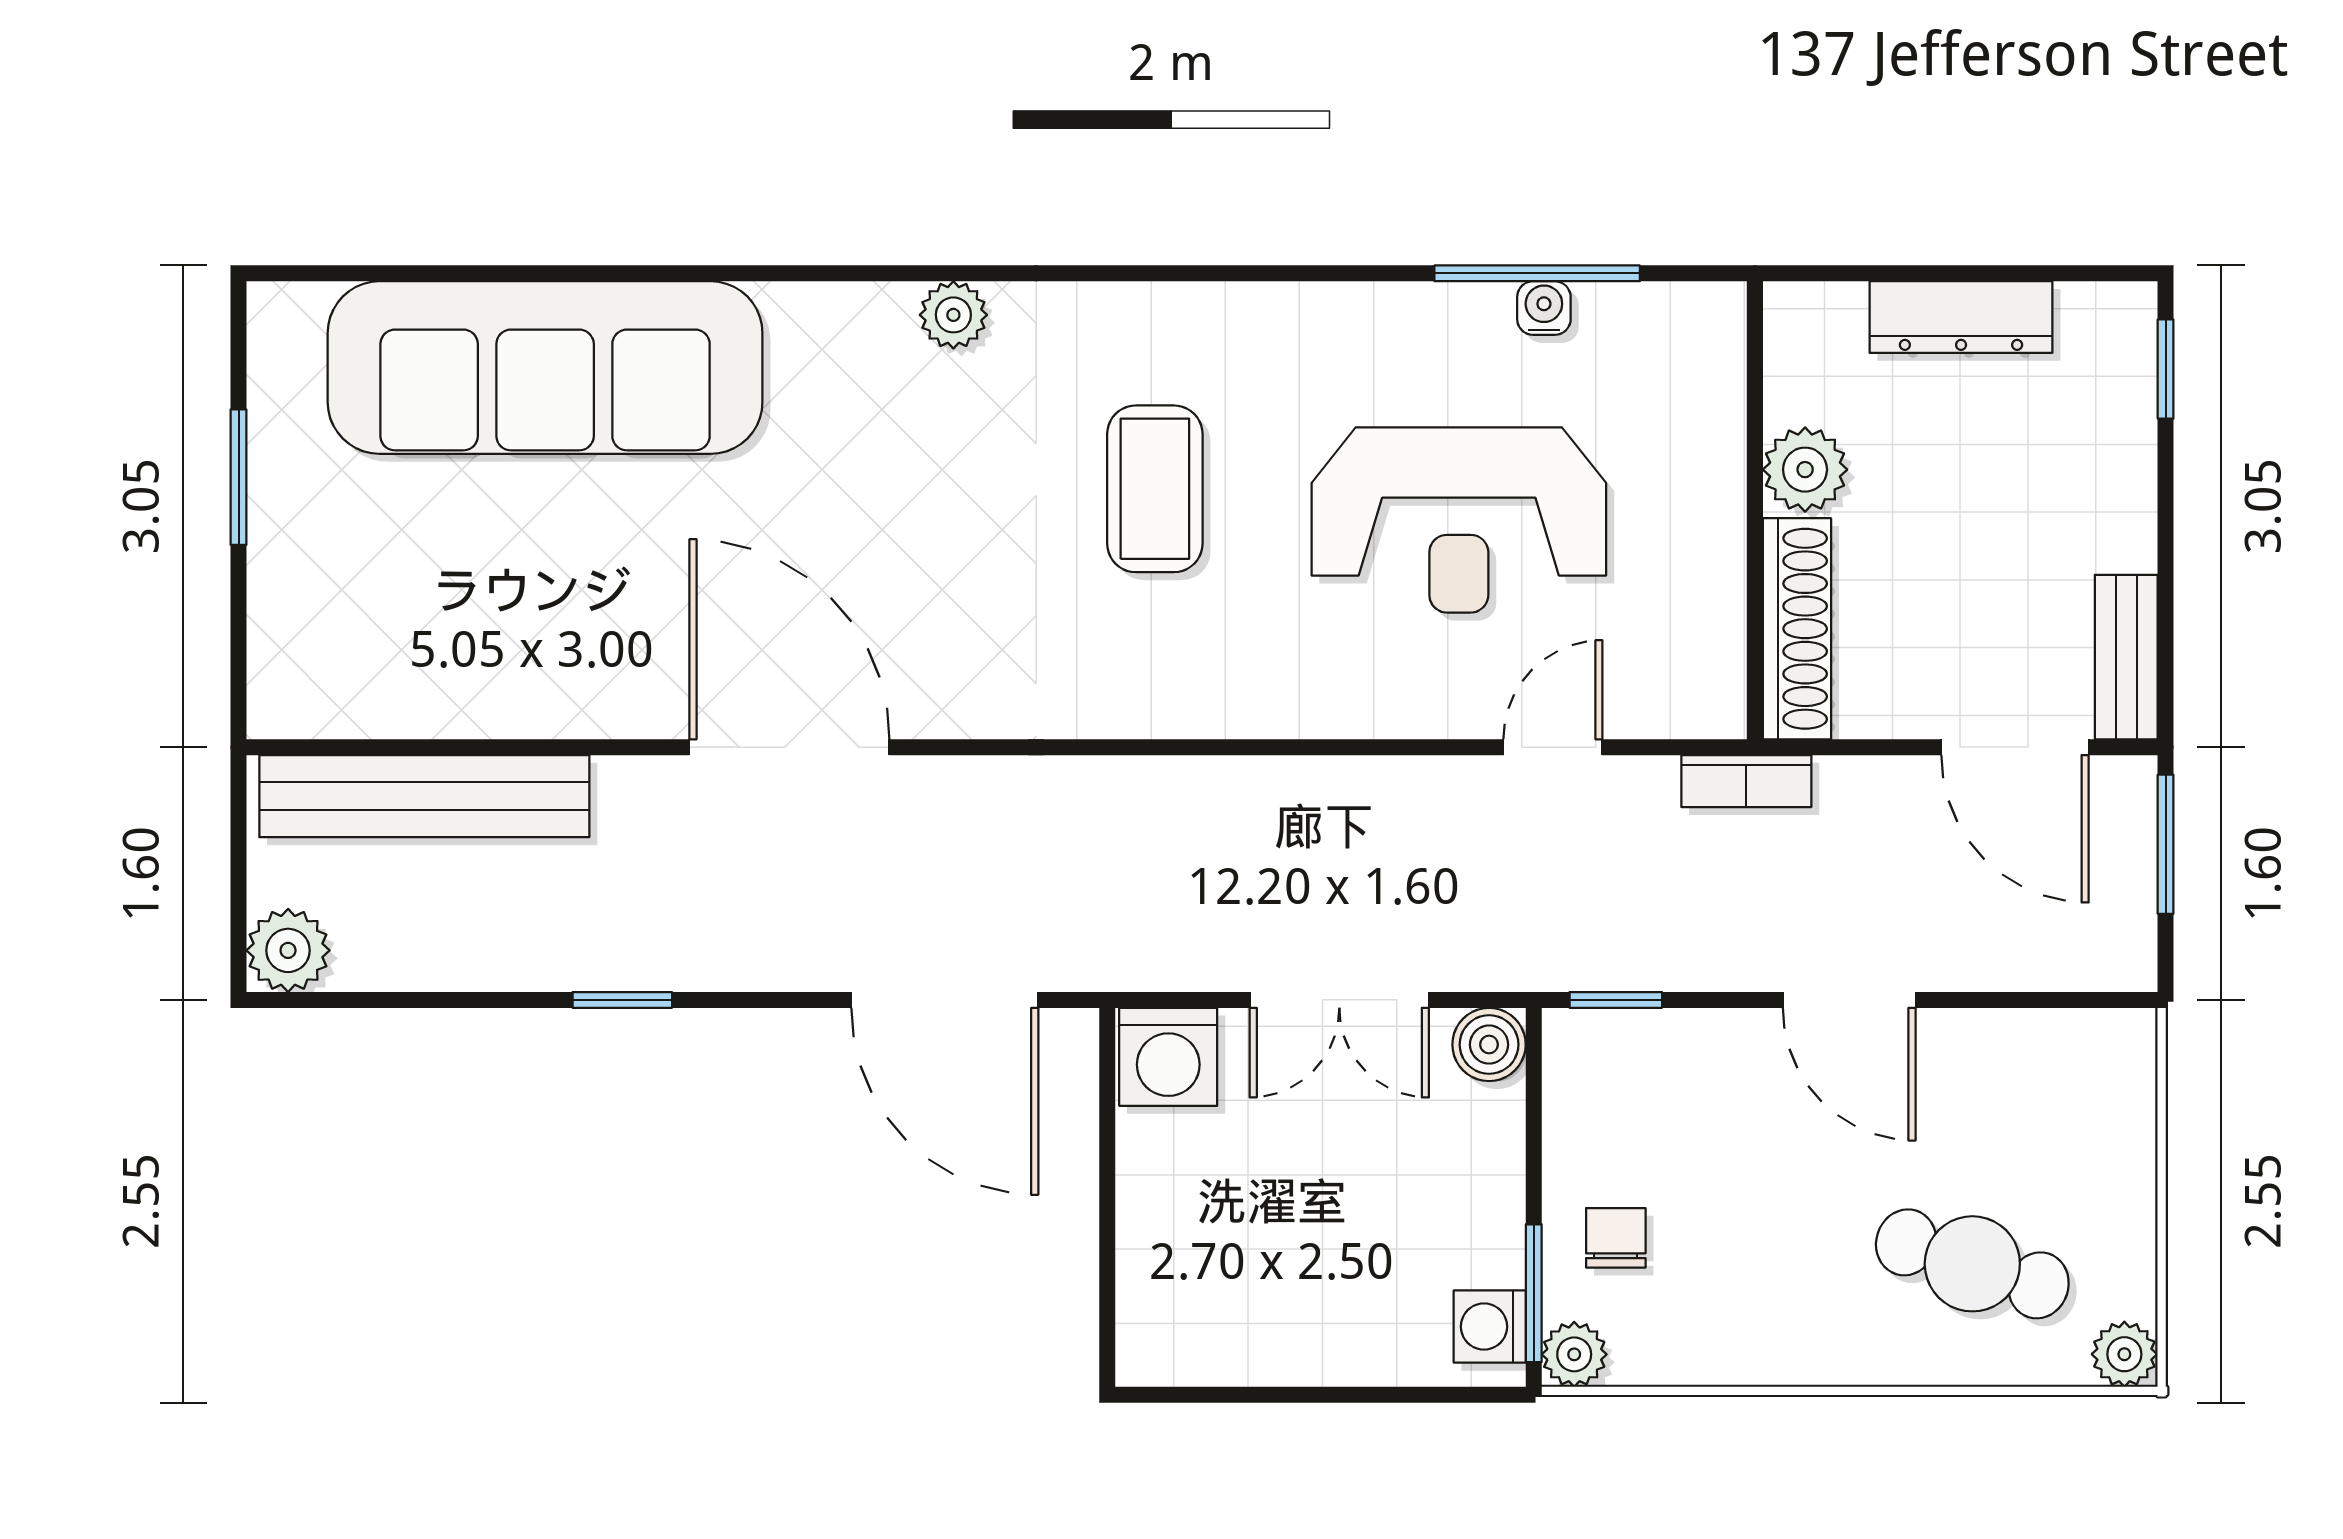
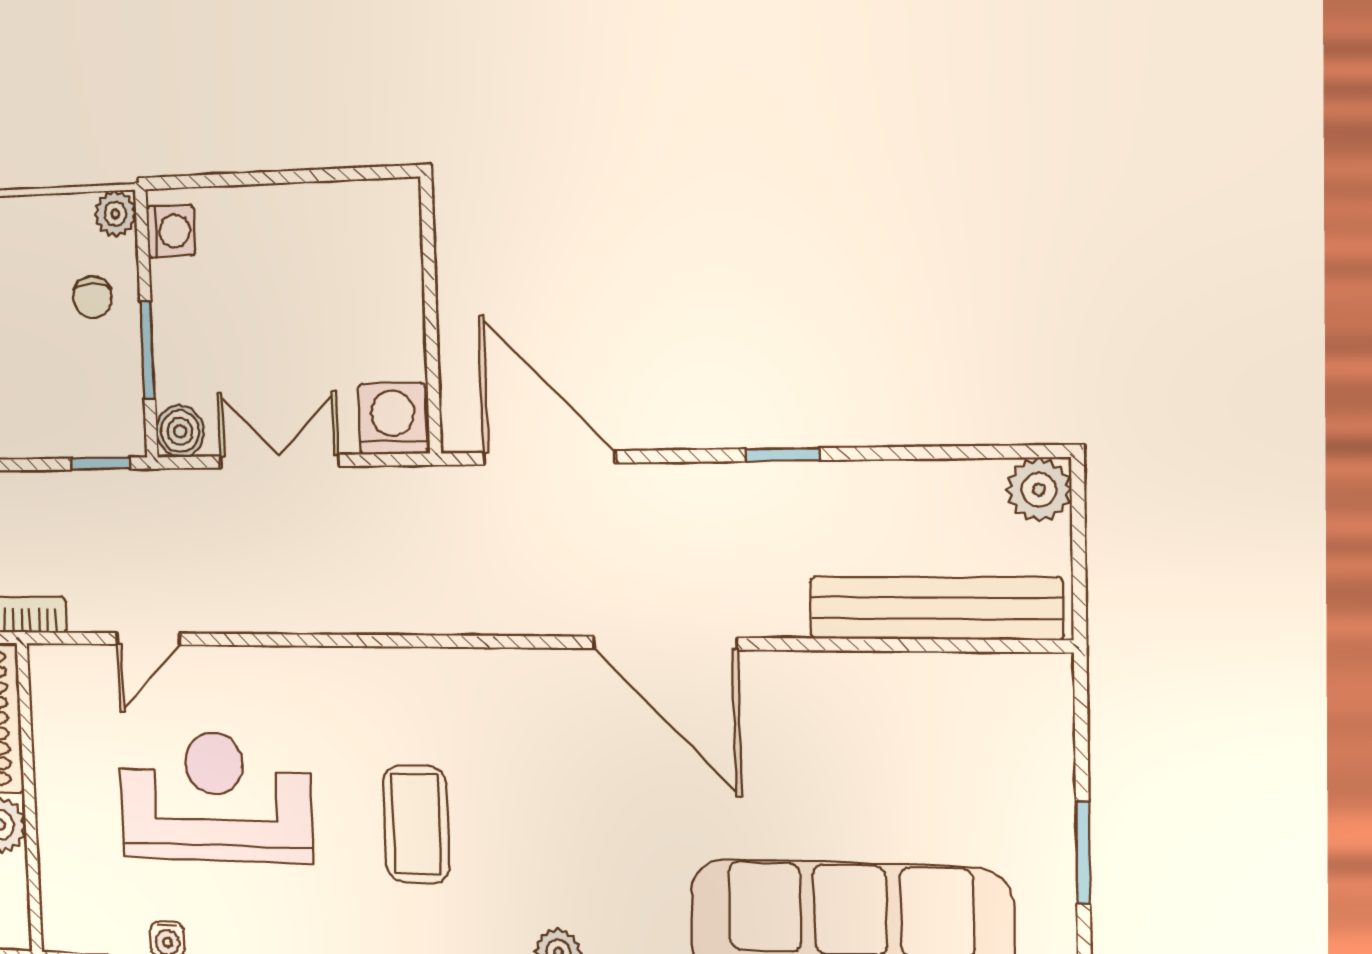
window: (1534, 1293) -> (148, 350), moved

